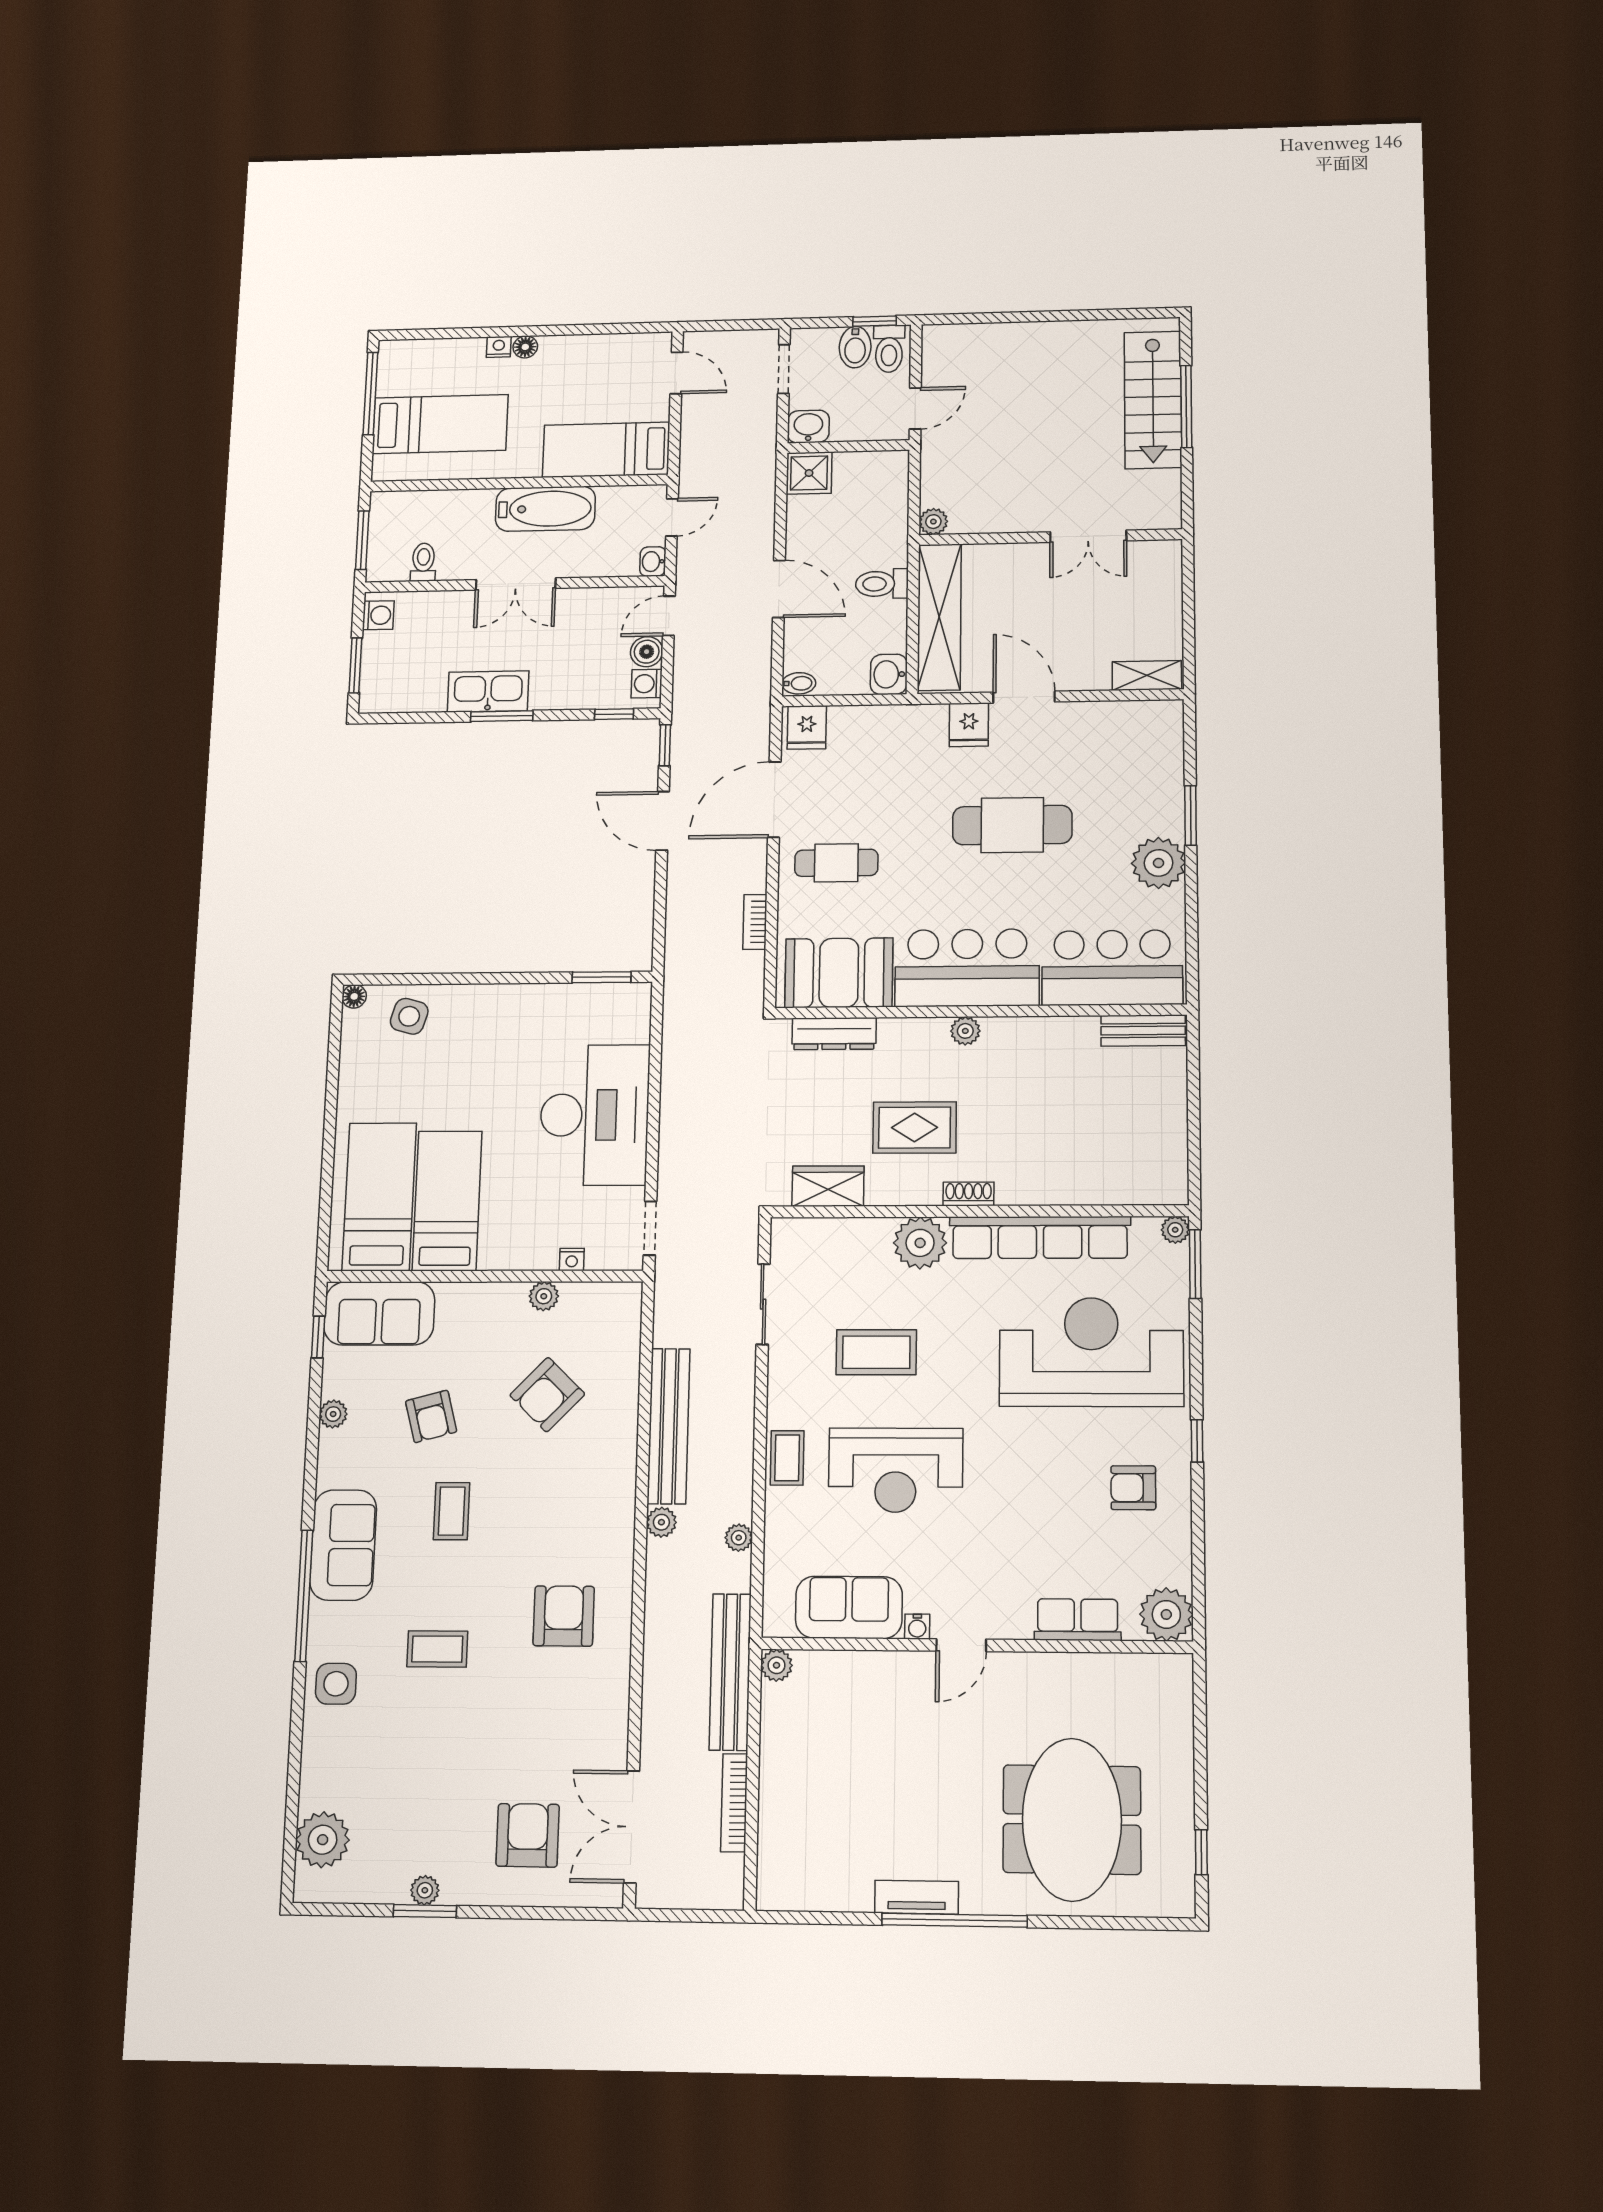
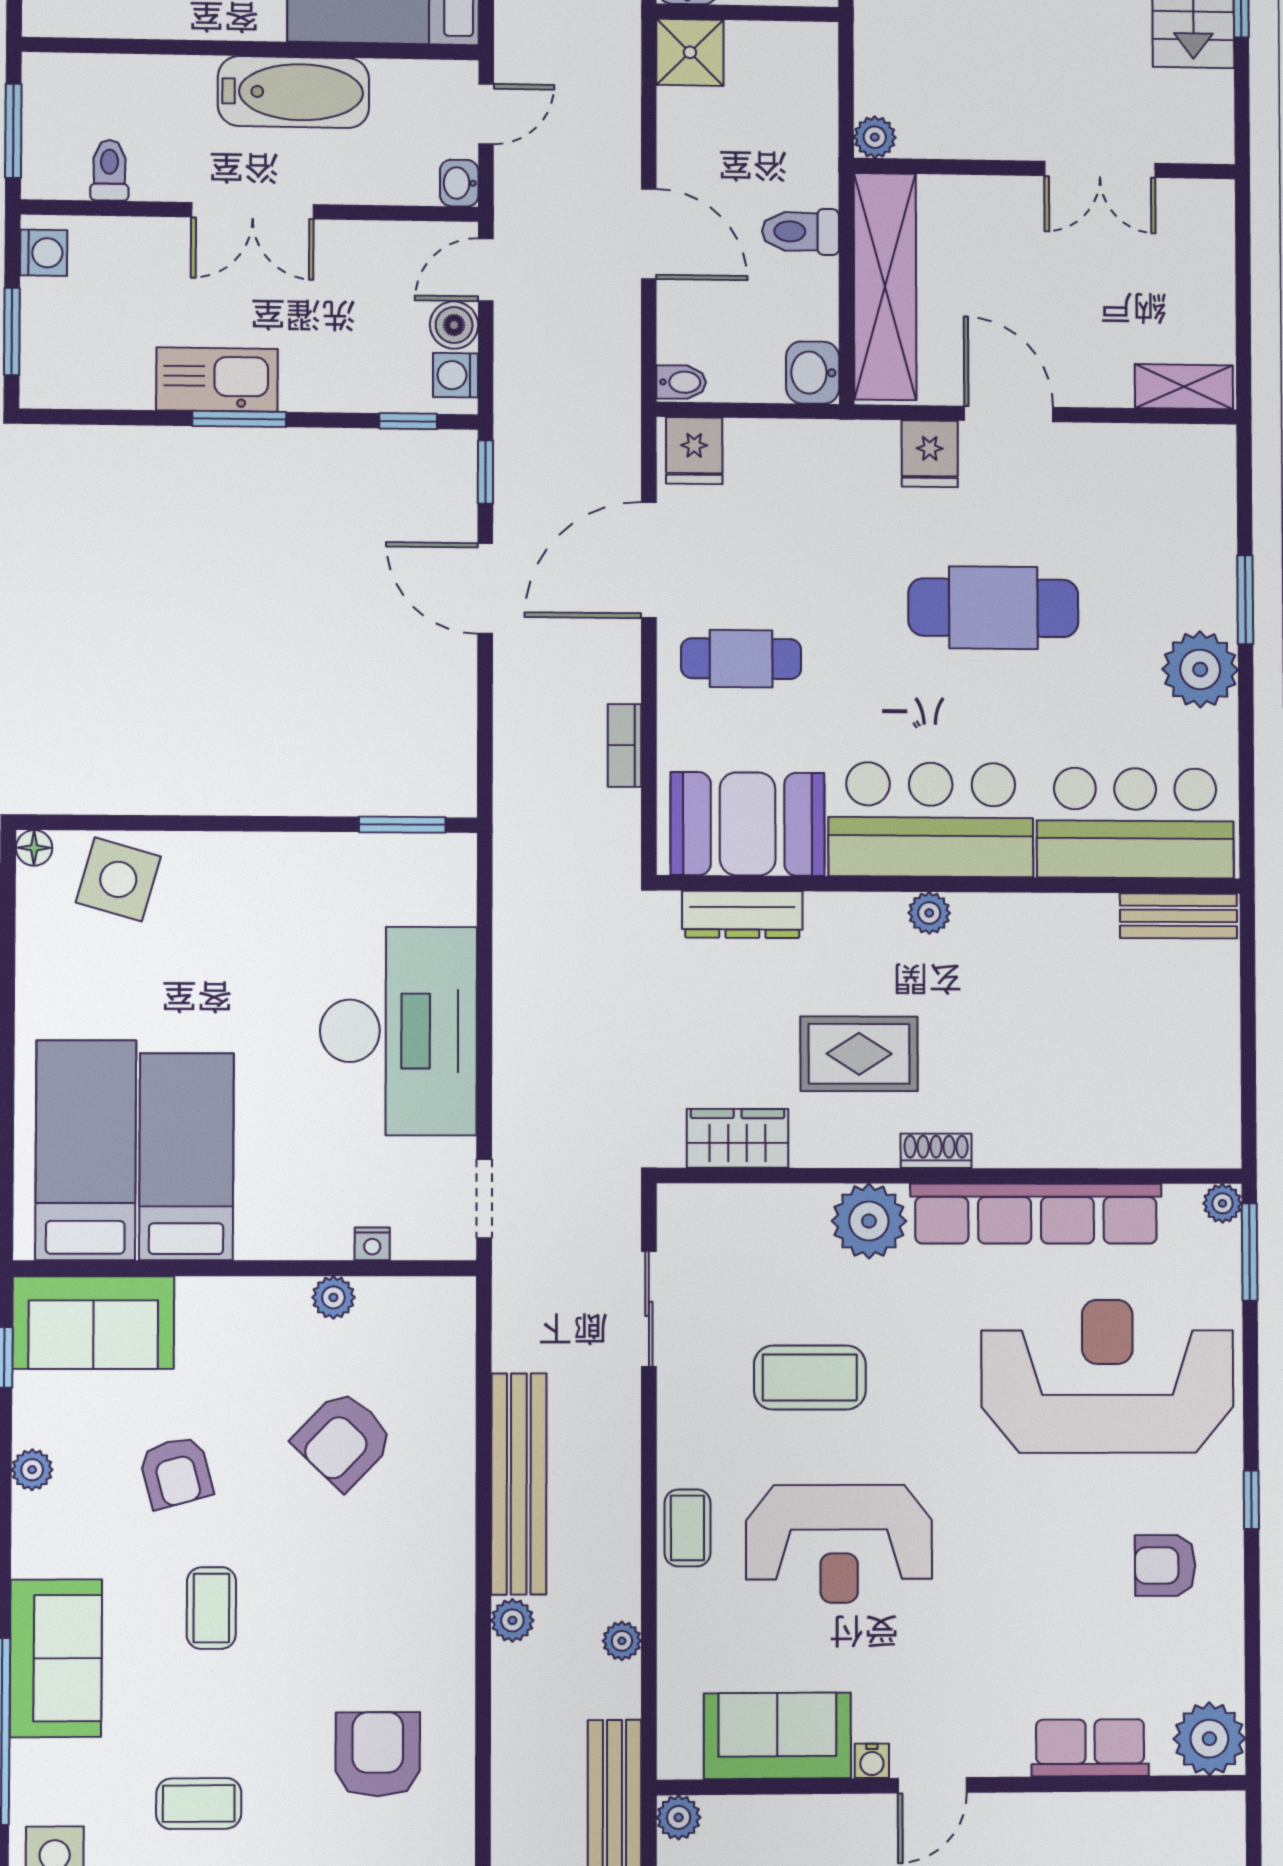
side table: (409, 1016) -> (118, 879), width x1.37, depth x1.37

